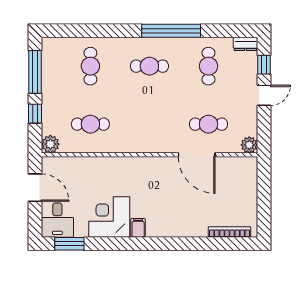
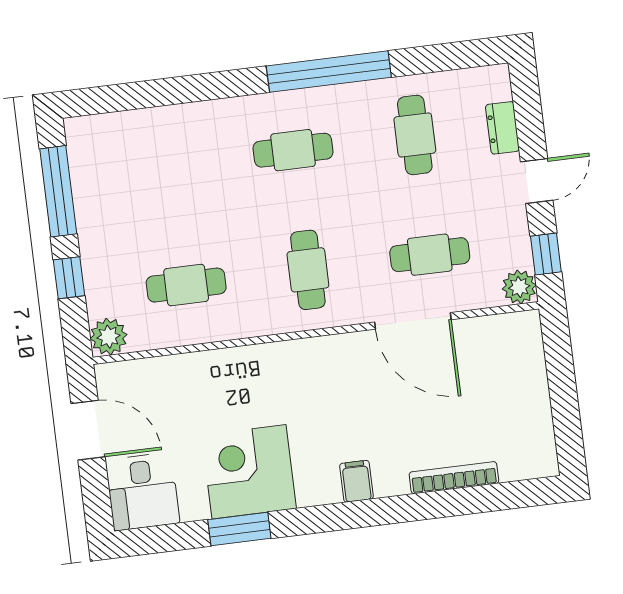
dresser: (245, 44) -> (502, 128), moved, turned 90
window: (264, 65) -> (546, 254), moved
cafe table: (90, 66) -> (308, 270), moved
filing cabinet: (138, 228) -> (356, 481), moved
bookcase: (230, 232) -> (454, 478), moved
window: (69, 244) -> (239, 529), moved

